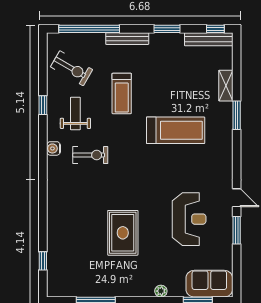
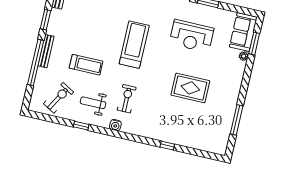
window: (89, 29) -> (36, 62), moved
treadmill: (176, 130) -> (134, 45), moved
reception desk: (189, 219) -> (192, 36), turned 180
window: (43, 261) -> (167, 146), moved
plant: (161, 291) -> (244, 56), moved

